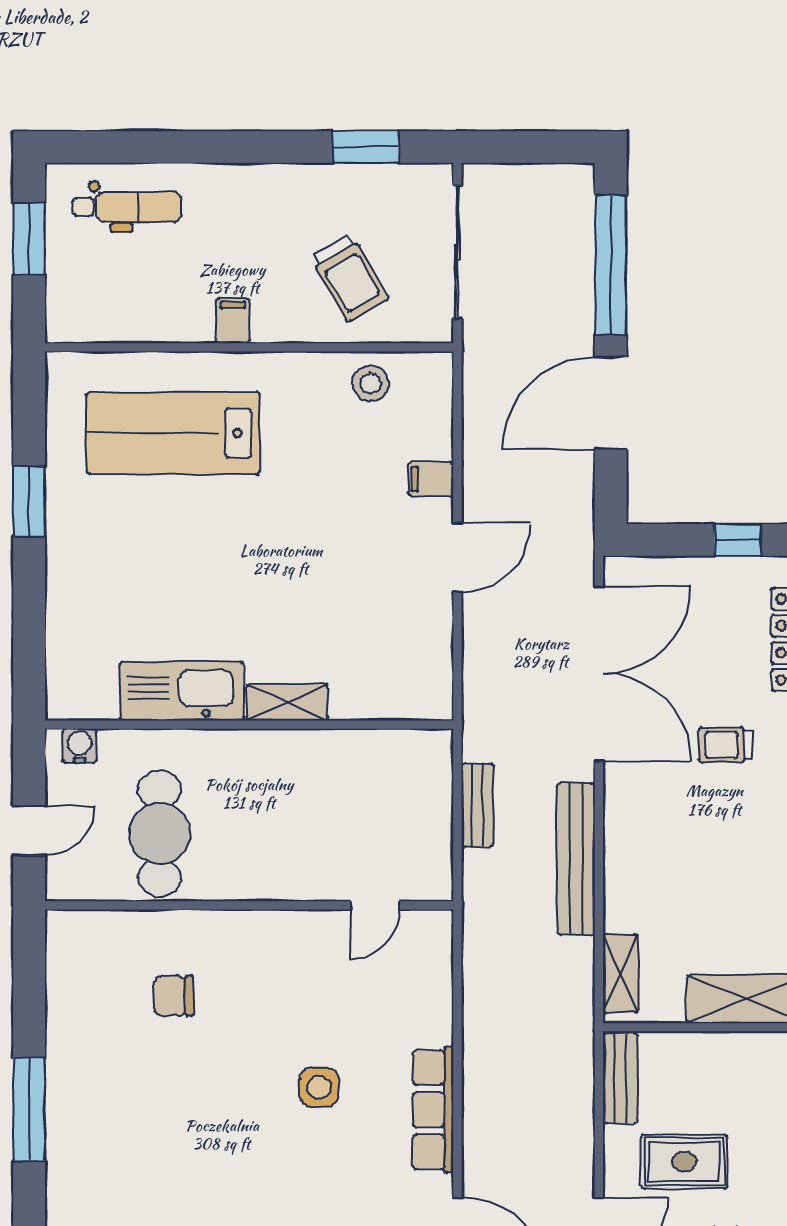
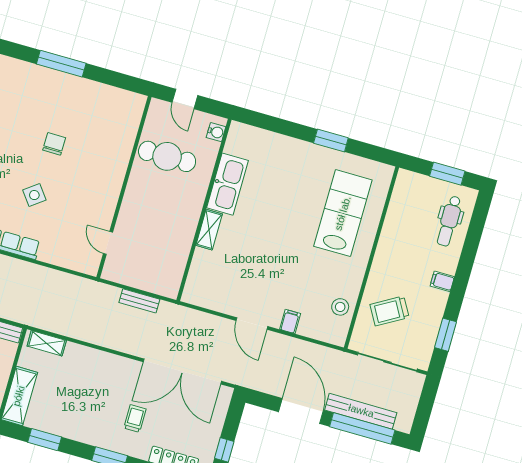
filing cabinet: (233, 321) -> (442, 281), moved, turned 180
bench: (576, 859) -> (361, 411), moved
chair: (174, 996) -> (54, 144), moved
side table: (319, 1087) -> (34, 195), turned -37

